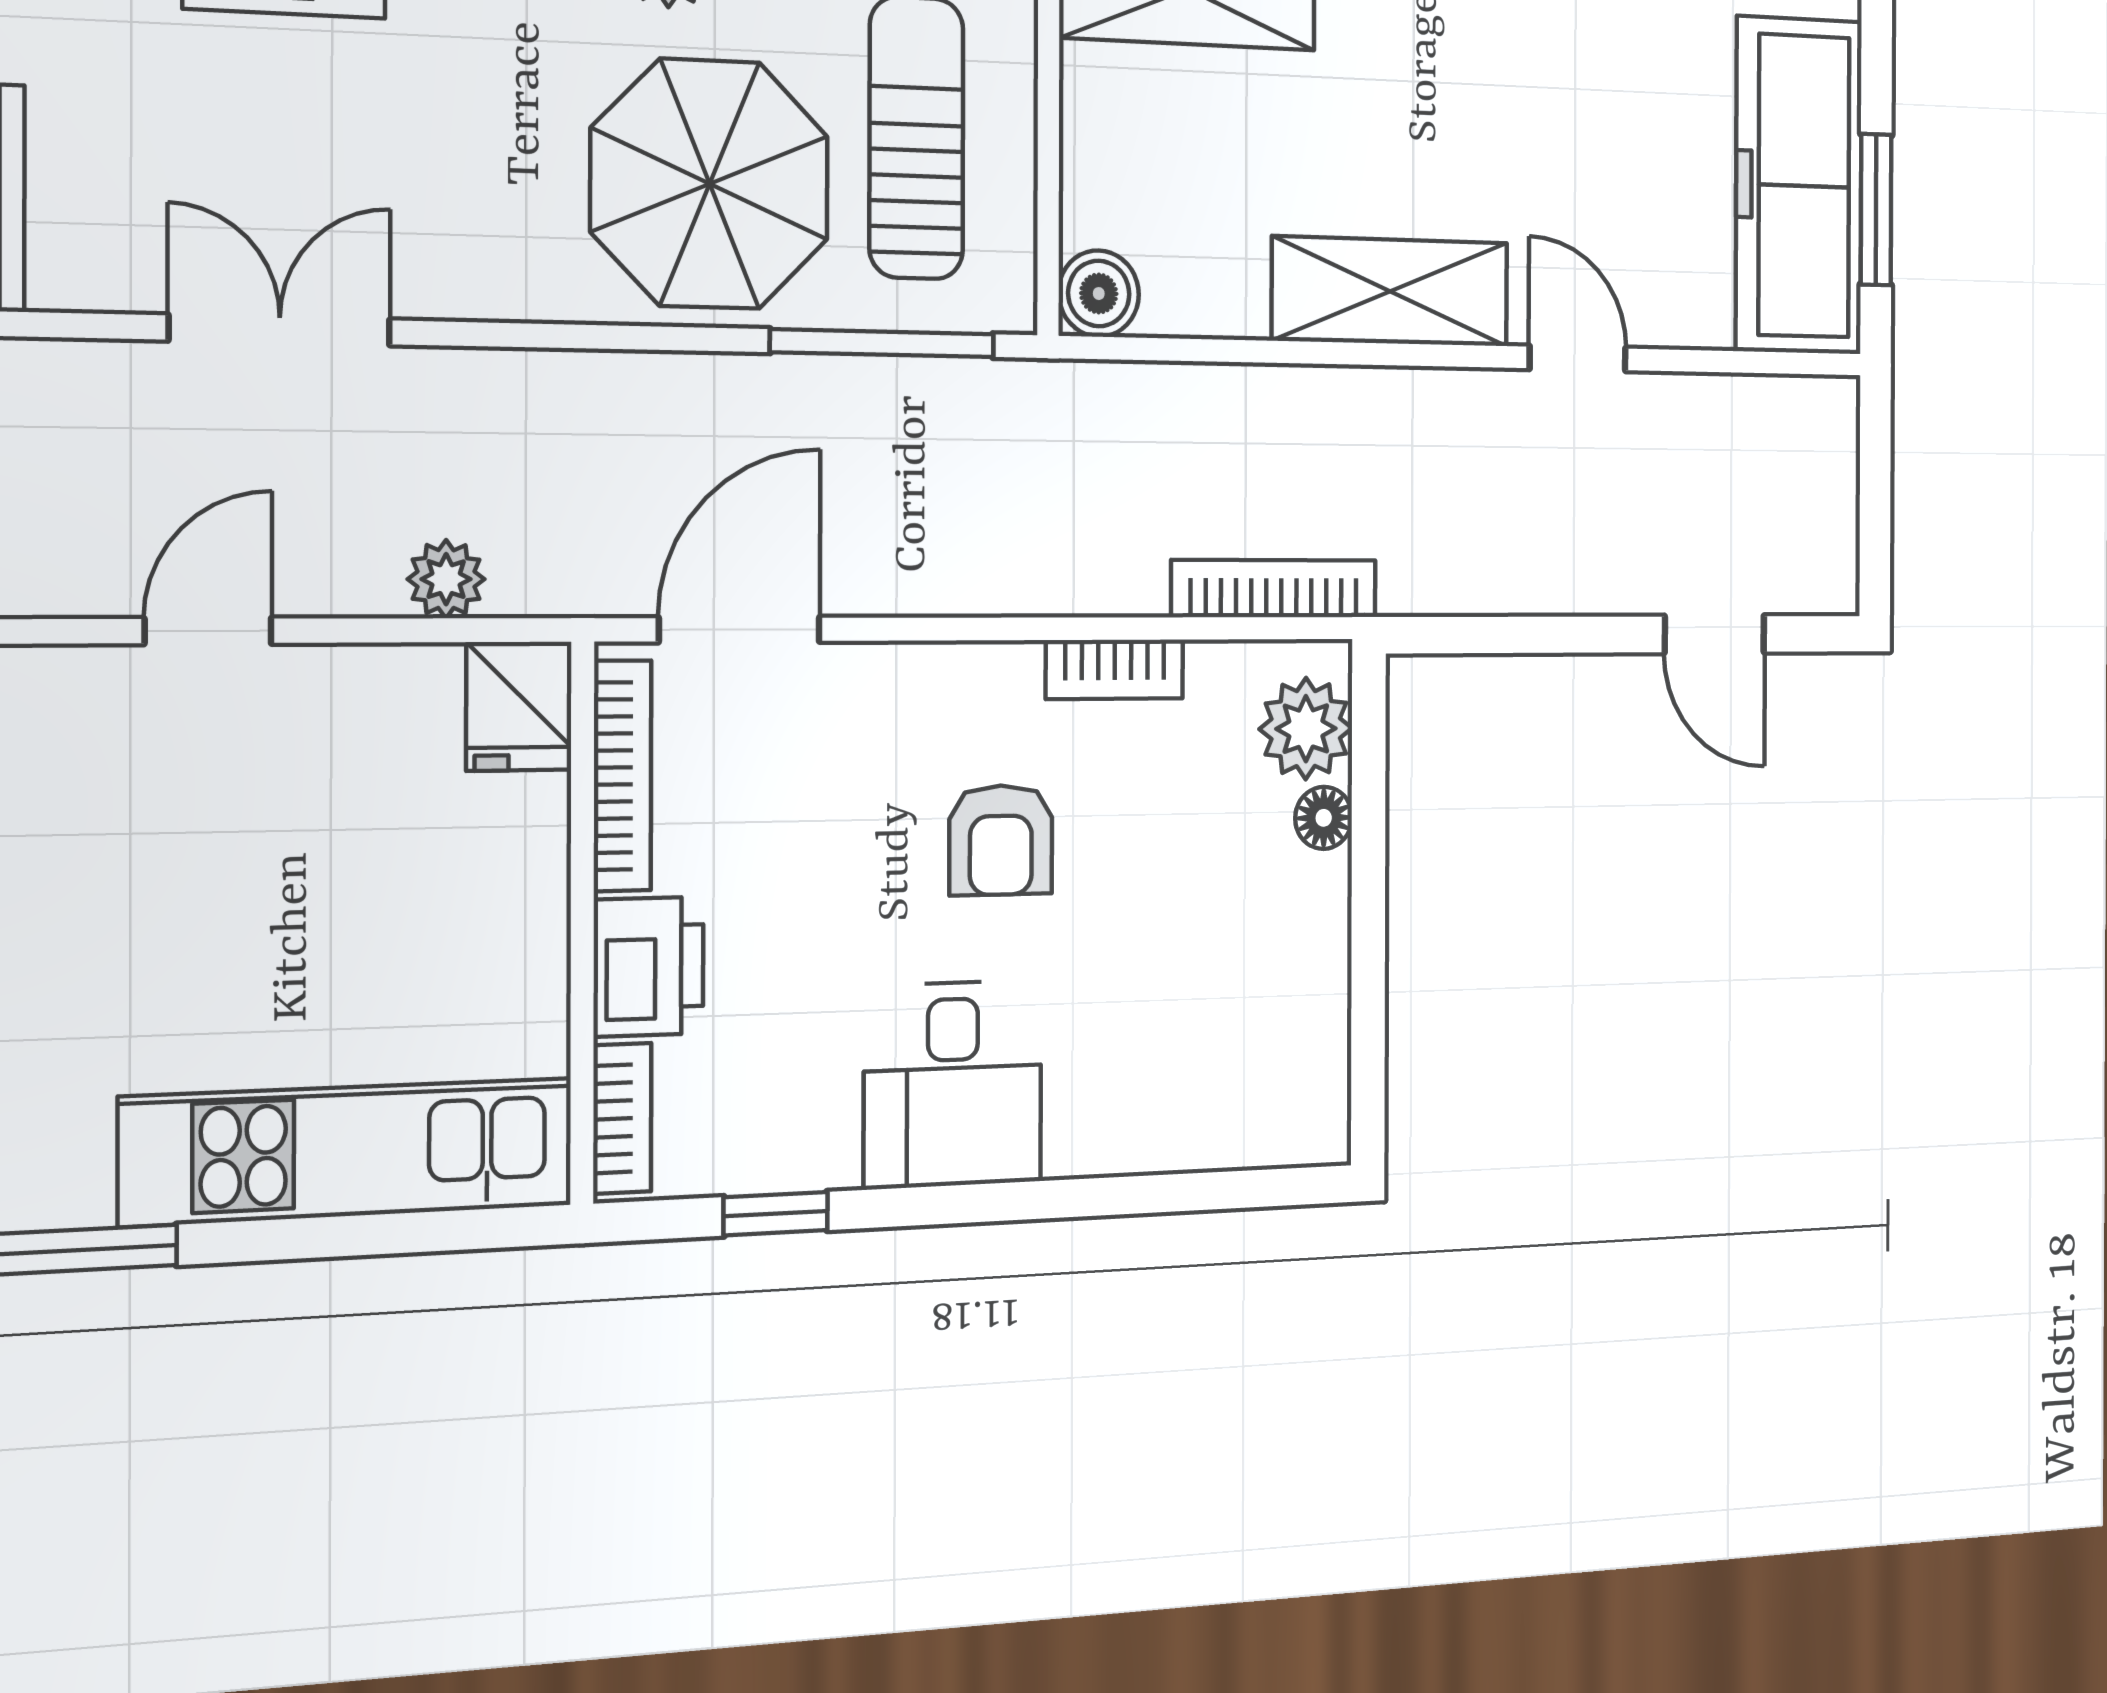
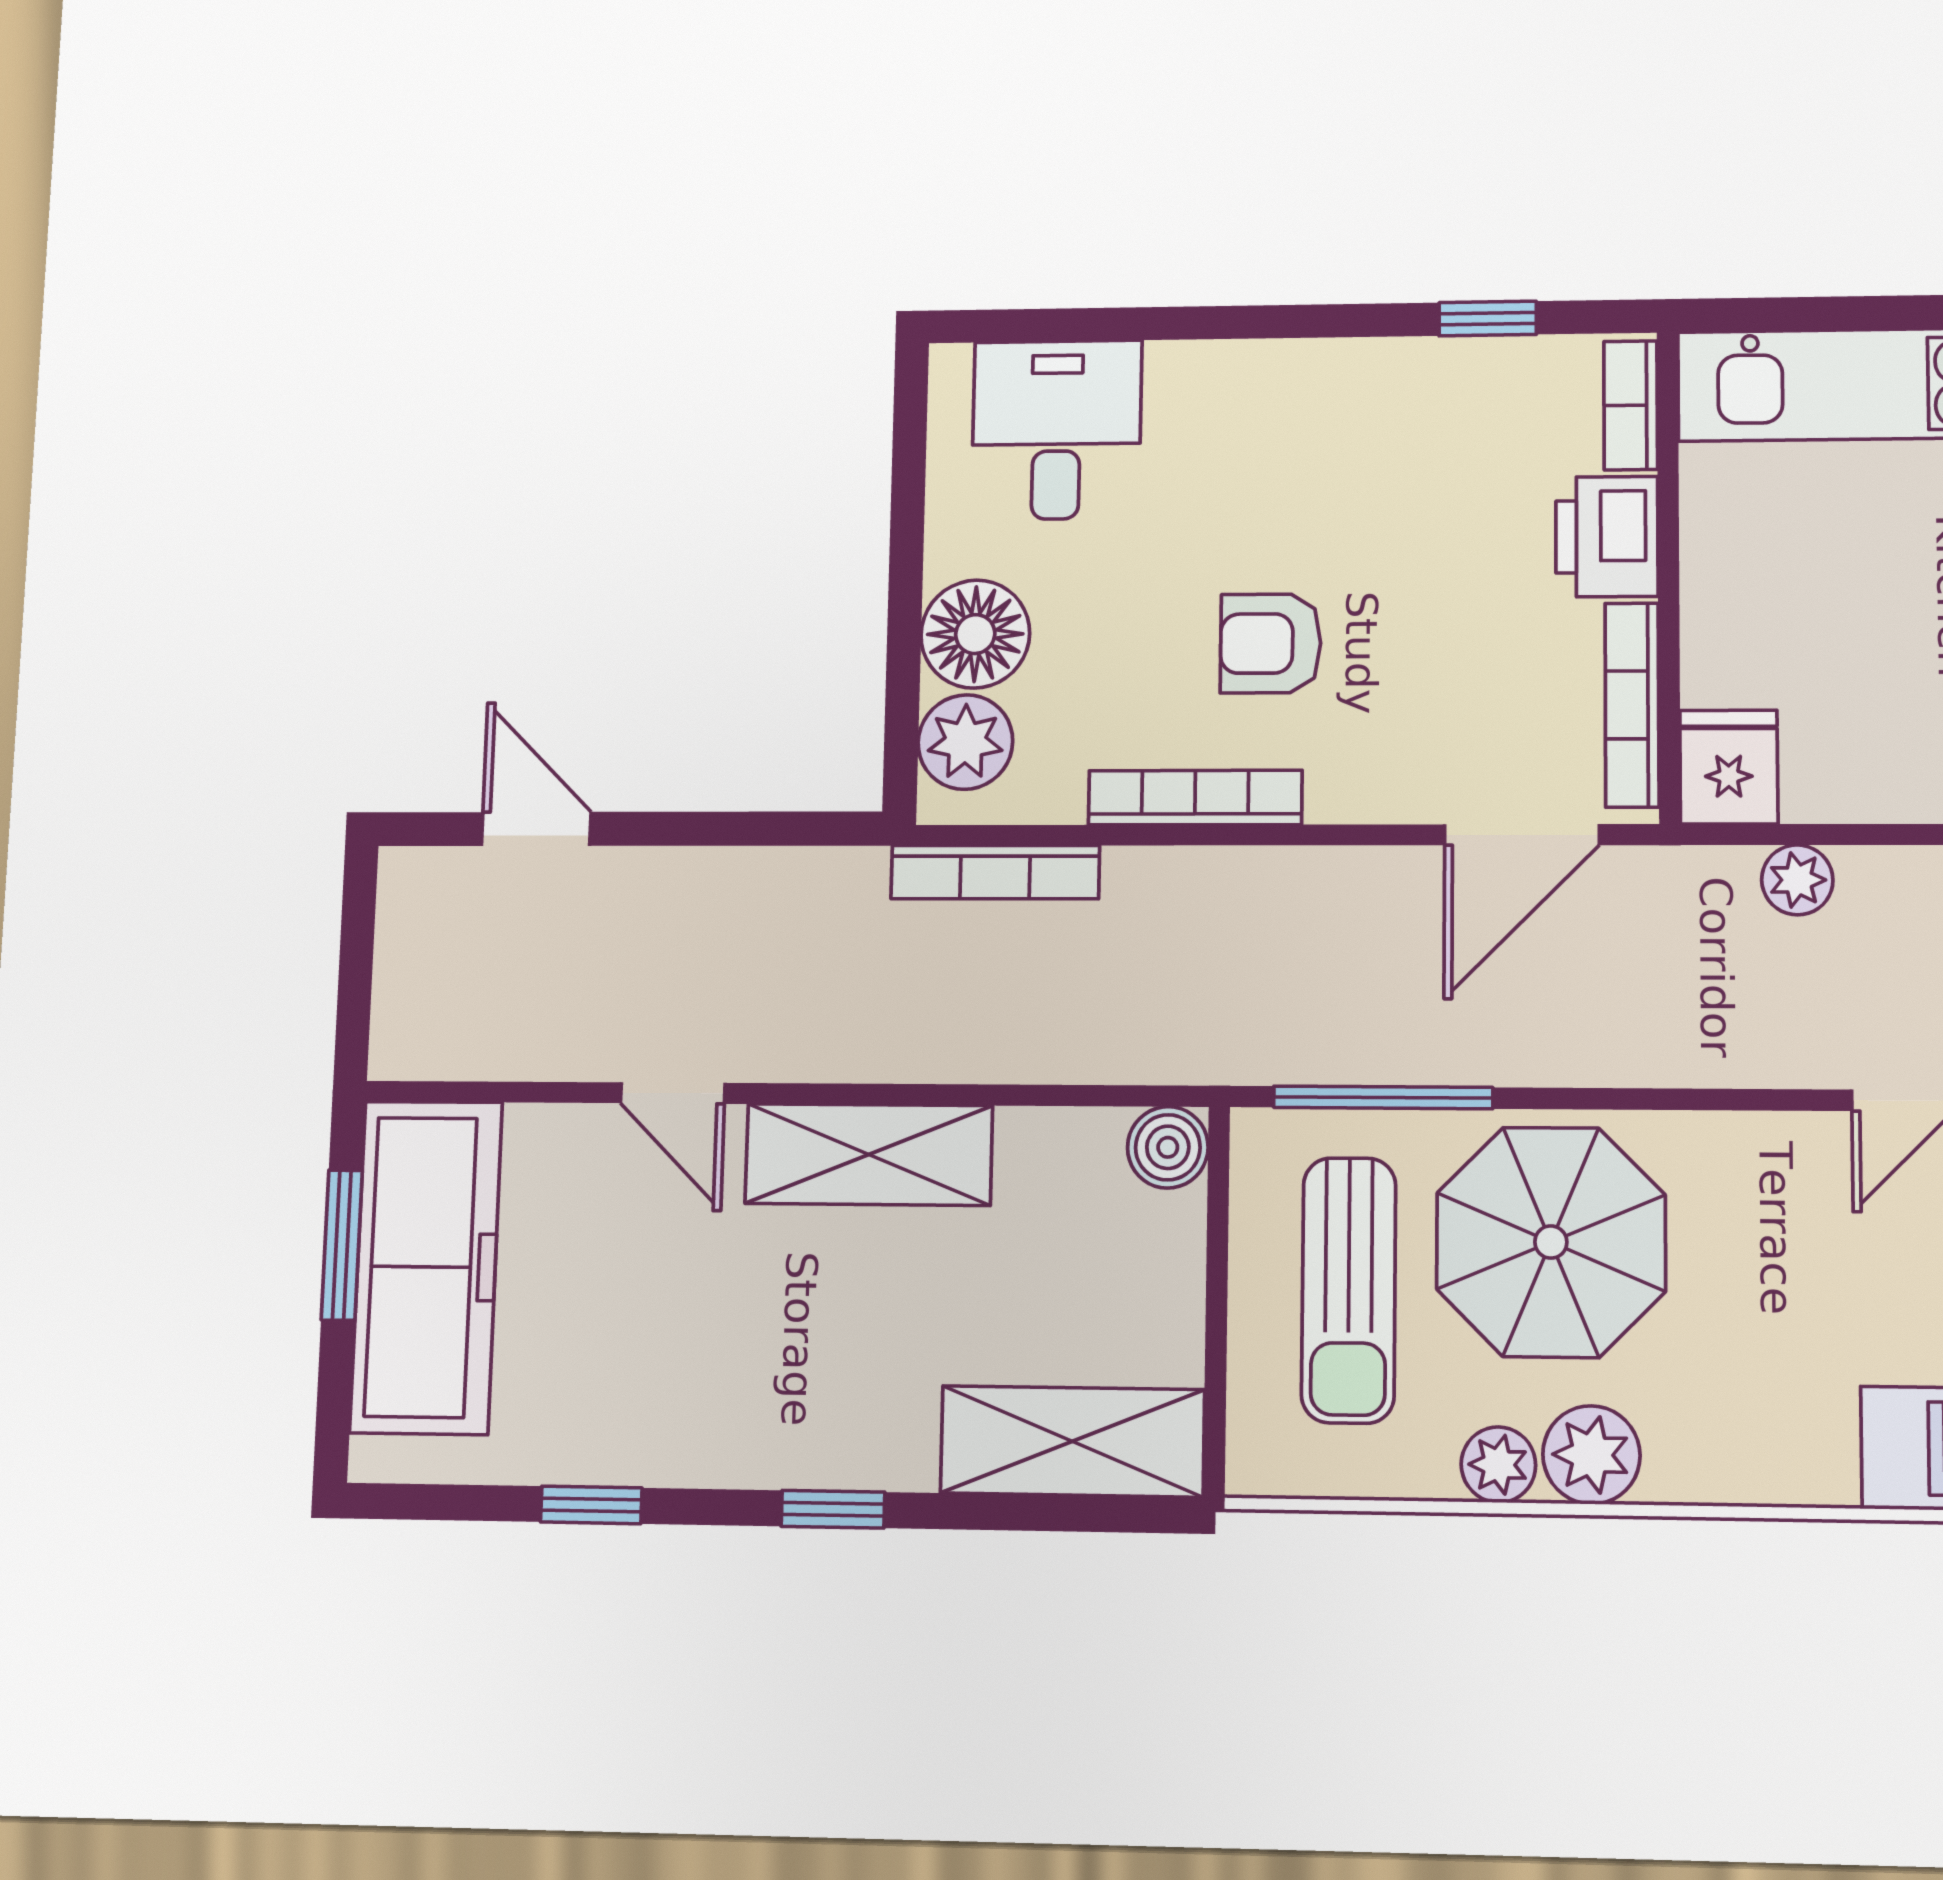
bookcase: (1115, 669) -> (1195, 798), width x1.56
floor lamp: (1324, 818) -> (975, 634), width x1.89, depth x1.89
armchair: (1001, 840) -> (1271, 643), turned -90
desk: (953, 1084) -> (1057, 430), moved

